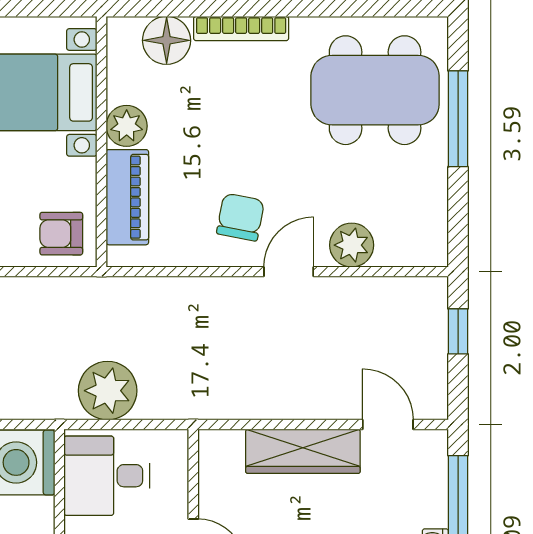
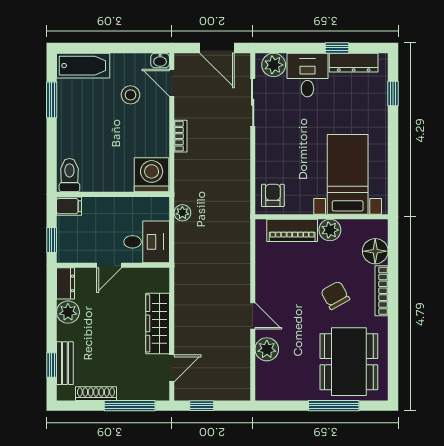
chair: (240, 217) -> (335, 295), moved, turned -130
window: (458, 331) -> (202, 406), moved
plant: (108, 391) -> (182, 213), width x0.53, depth x0.53
desk: (107, 476) -> (147, 242), moved, turned 90

